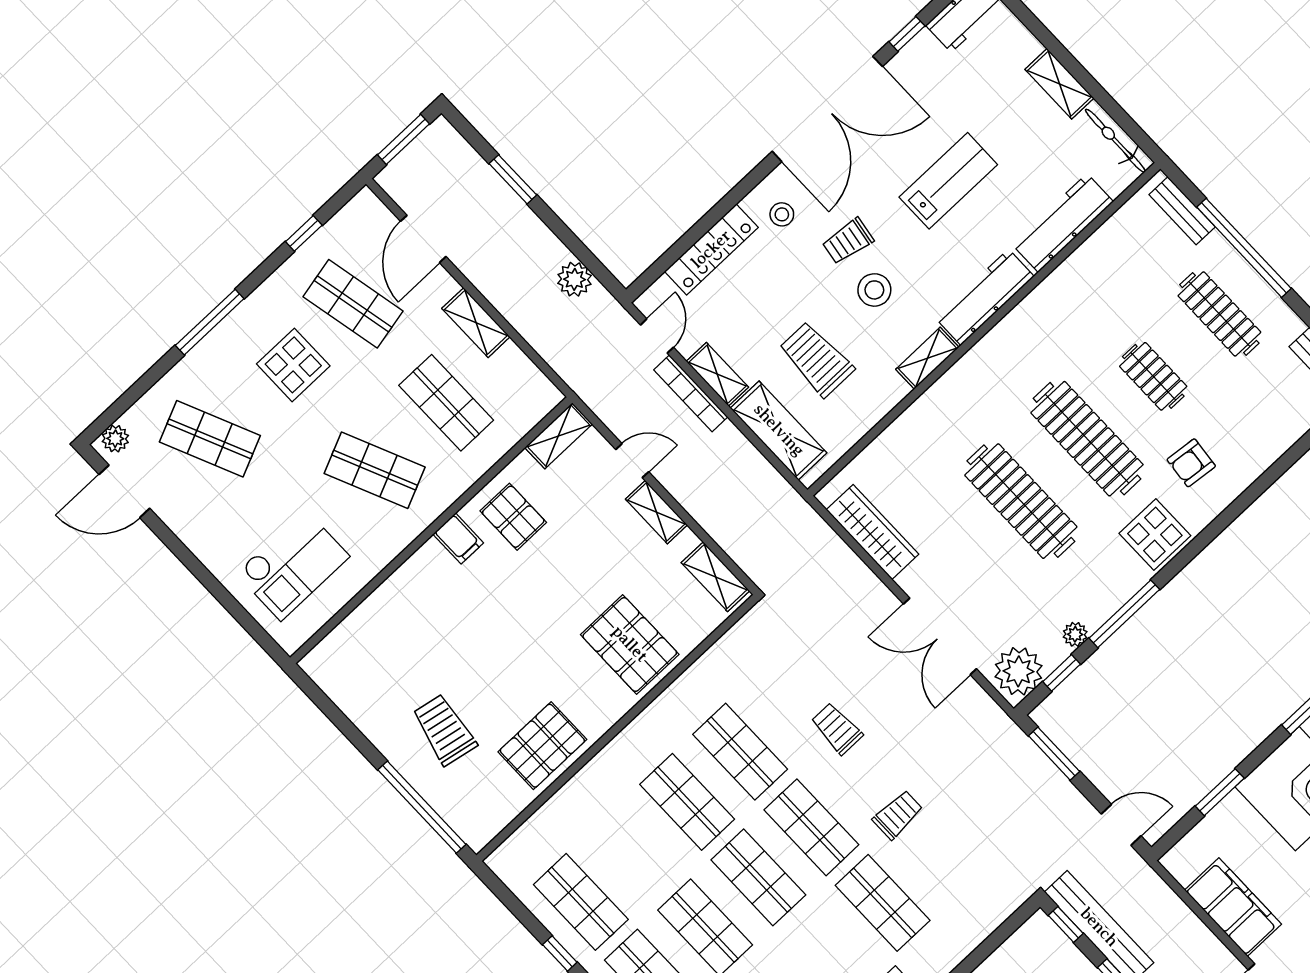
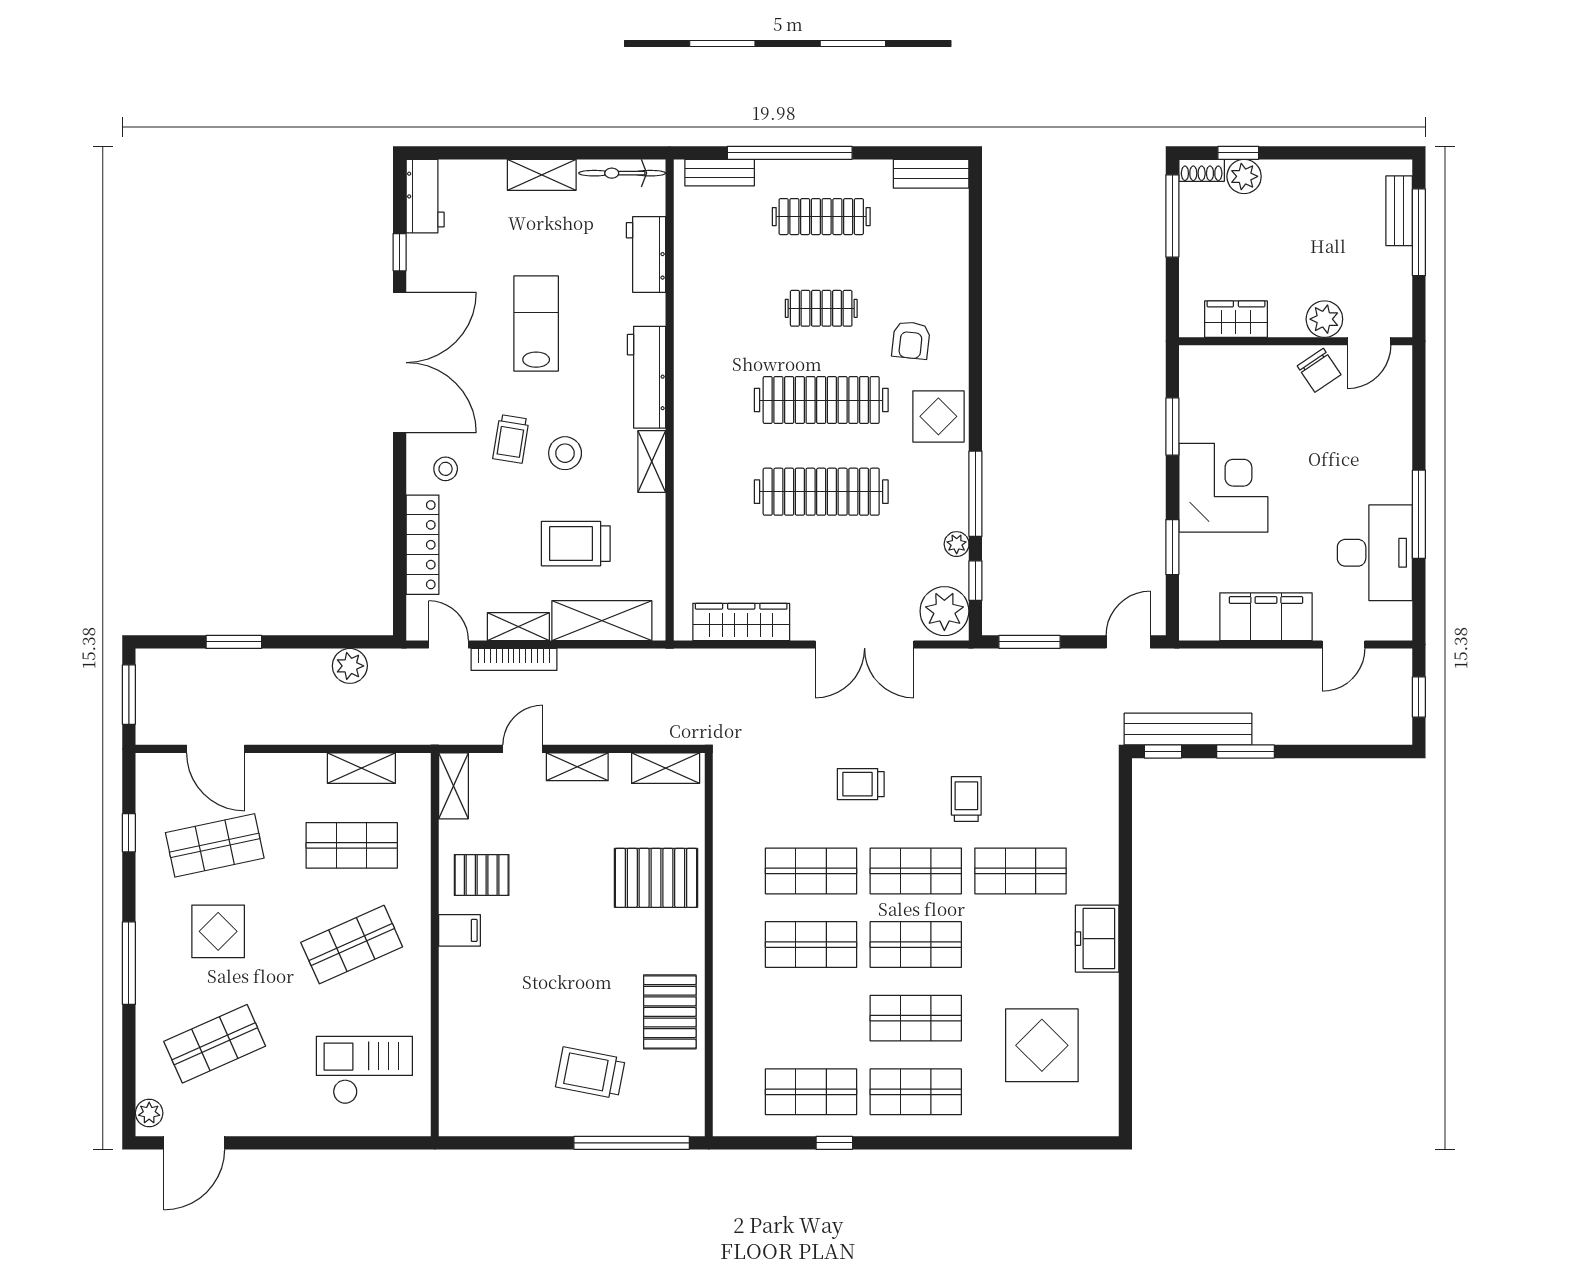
workbench: (1063, 223) -> (646, 254), width x0.73
shelving: (476, 323) -> (361, 768), moved
checkout: (293, 565) -> (364, 1070), turned -90

